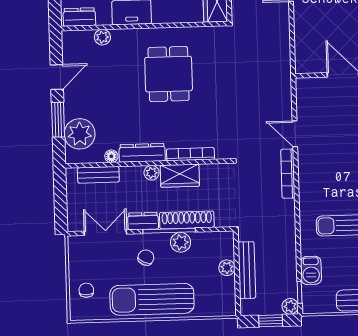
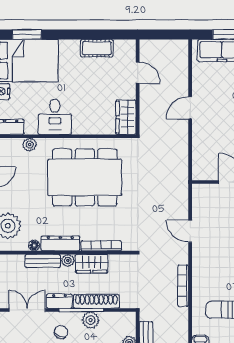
dining table: (169, 74) -> (85, 177), width x1.88, depth x1.24
bookcase: (288, 174) -> (183, 286), moved
bench: (98, 175) -> (43, 261), moved

